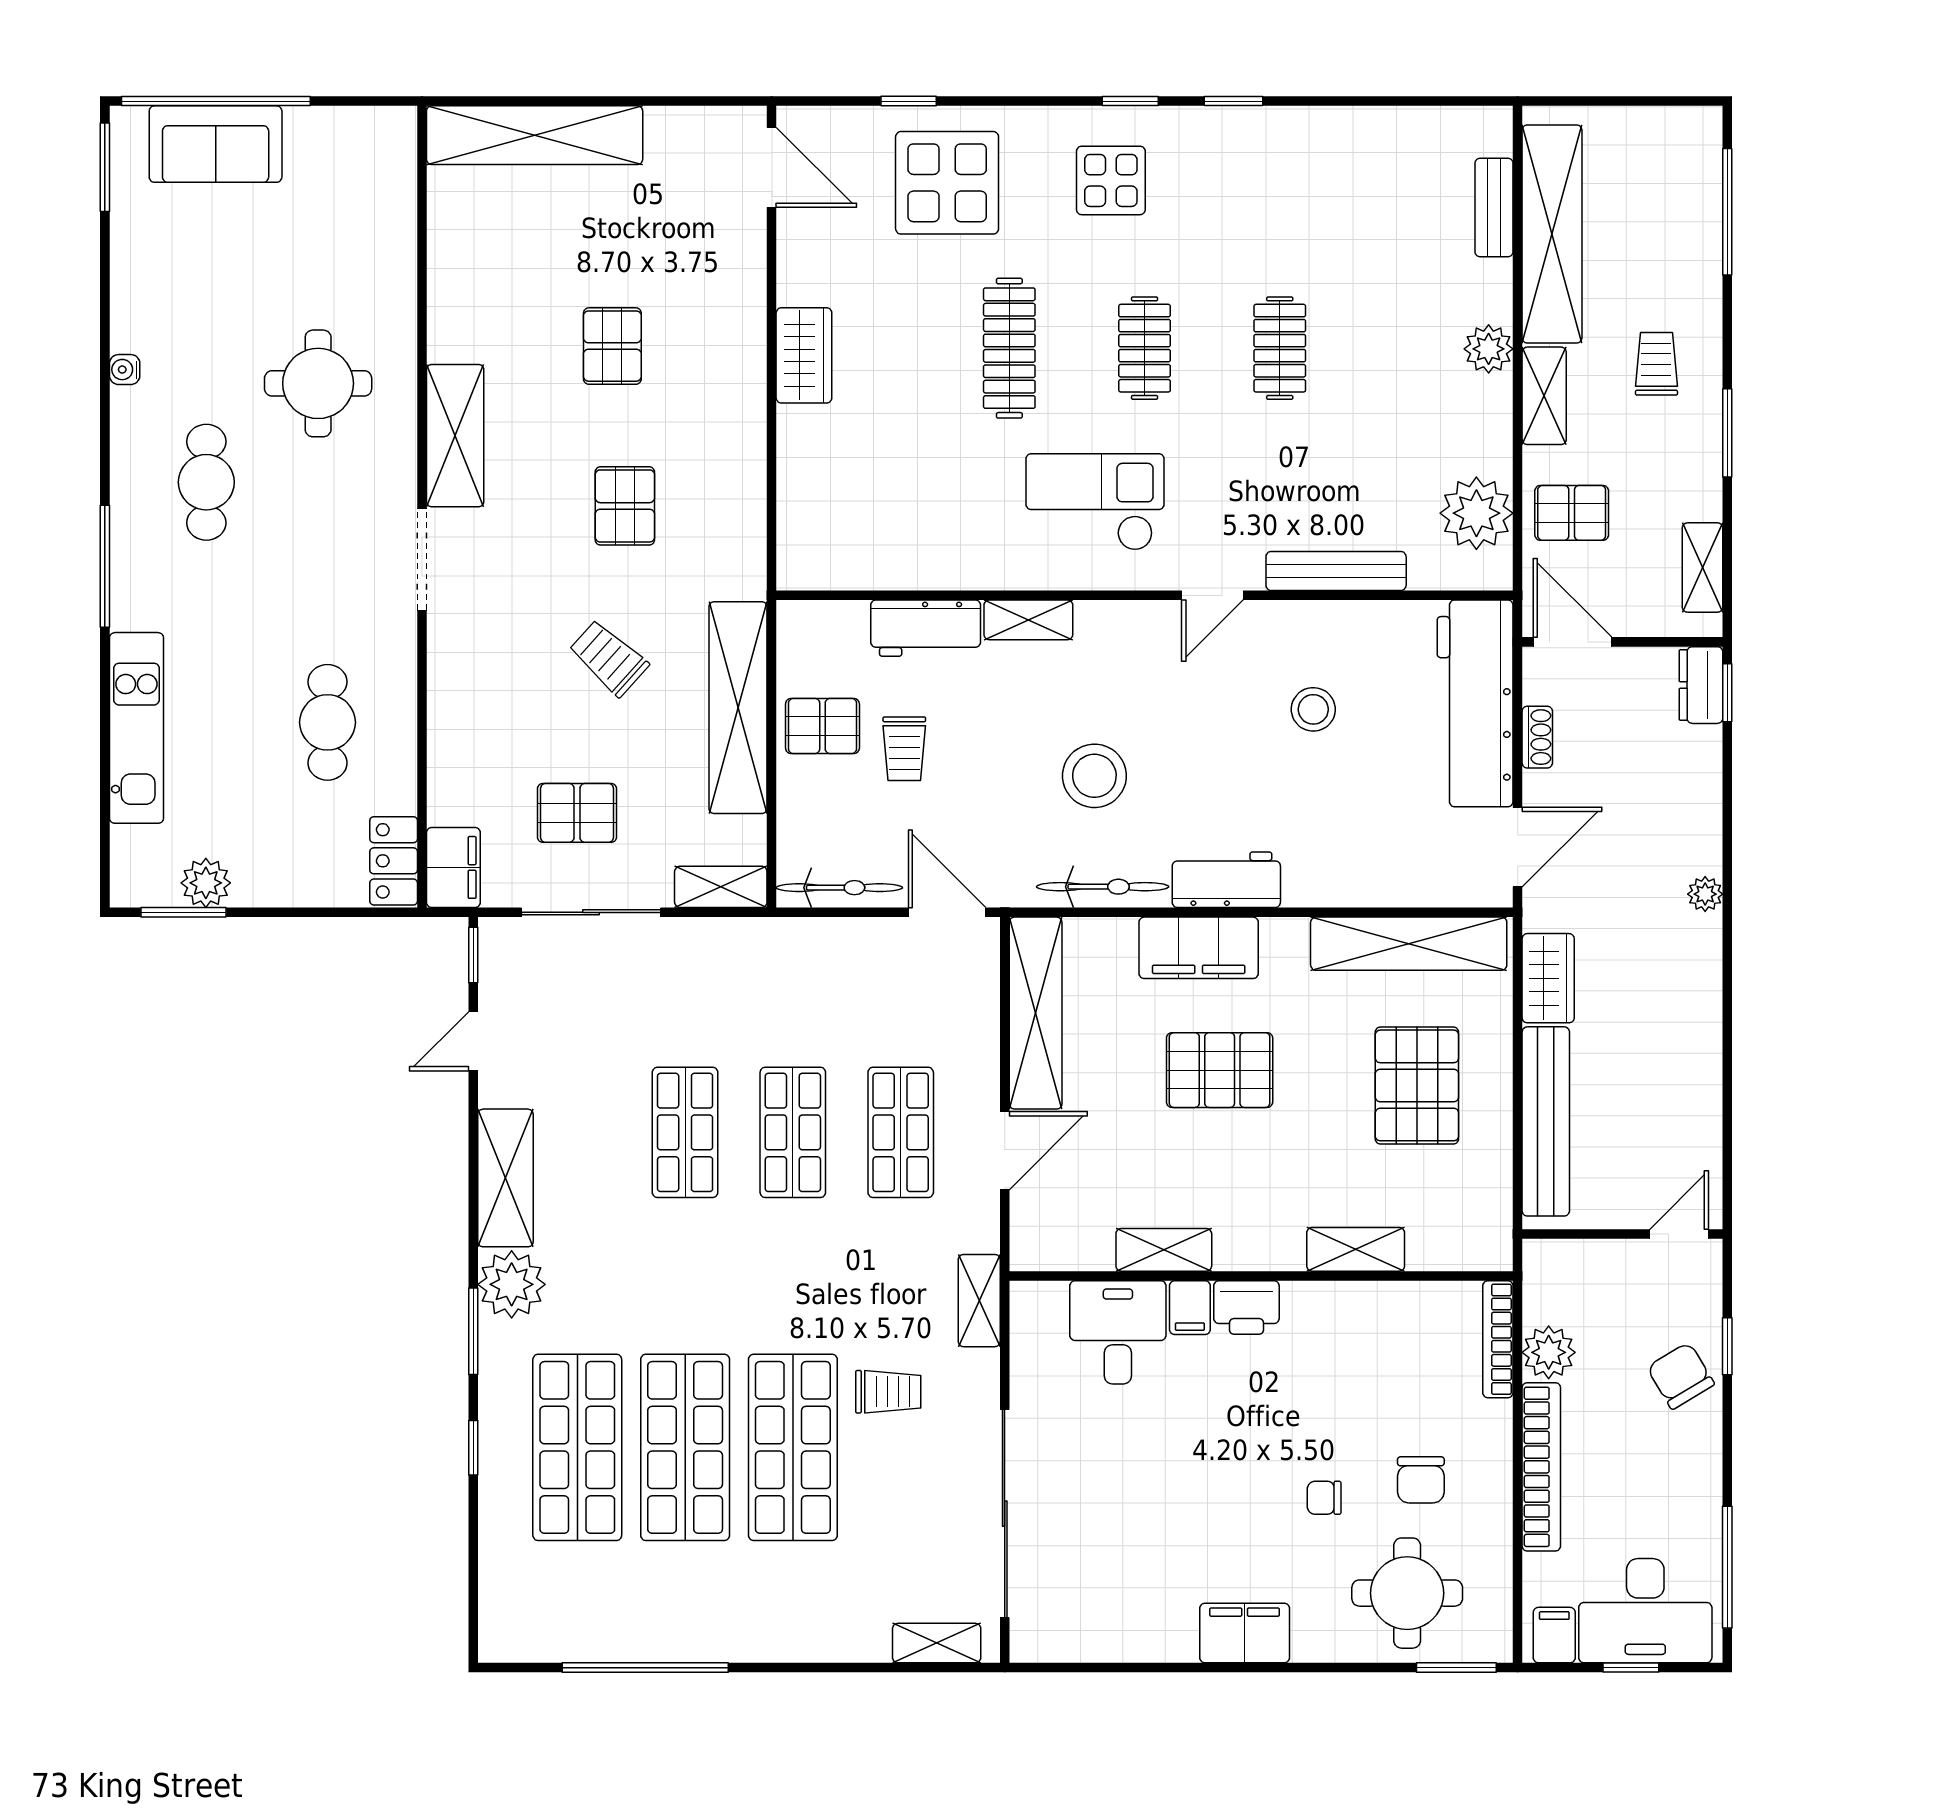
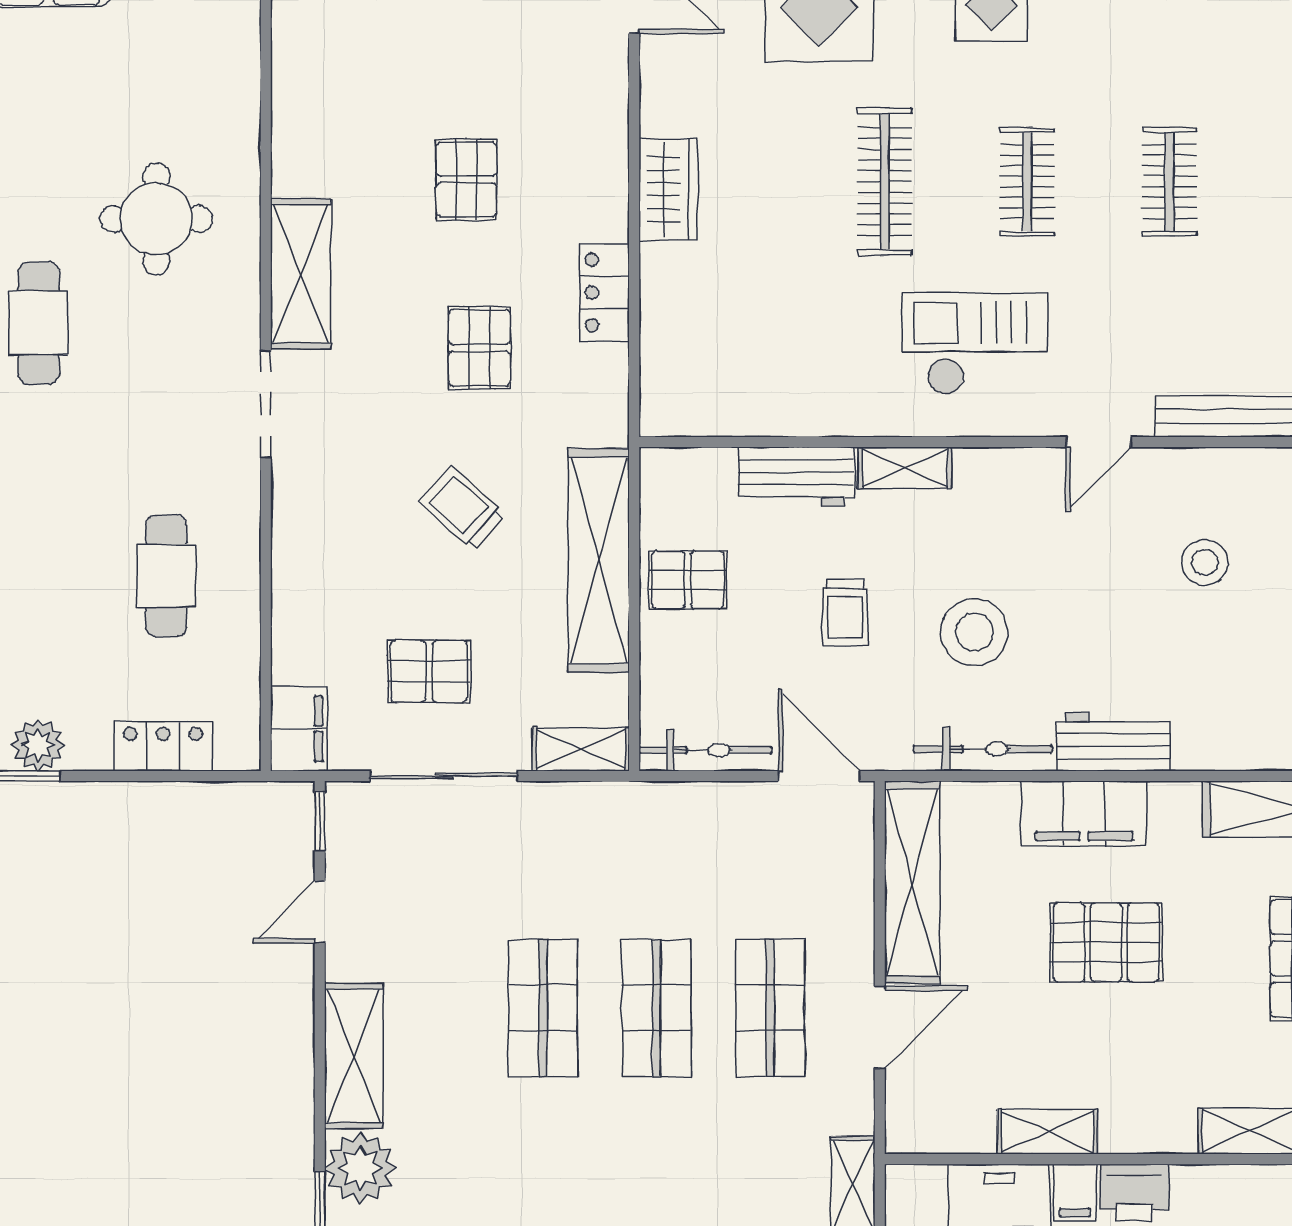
locker: (743, 453) -> (604, 293), added
trolley: (904, 749) -> (845, 613), moved
locker: (394, 861) -> (163, 746), moved, turned 90

